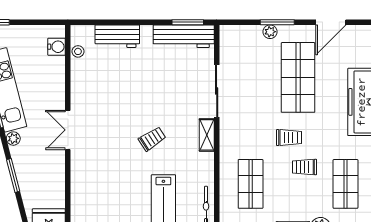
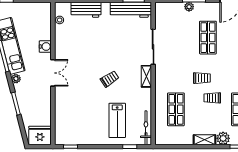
water cooler: (57, 47) -> (45, 47), moved
shop shelf: (298, 77) -> (208, 38), width x0.70, depth x0.74
double door: (68, 130) -> (53, 73), swing flipped

